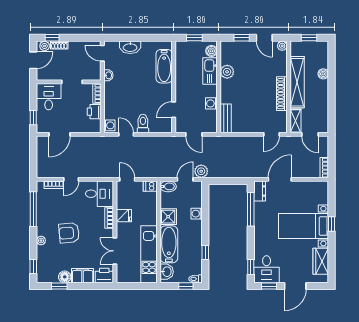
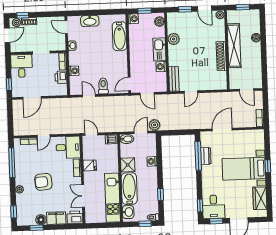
washing machine: (181, 47) -> (133, 19), added
kitchen sink: (210, 71) -> (159, 49), moved
door: (174, 110) -> (129, 84), moved
shelving: (296, 121) -> (234, 79), removed
washing machine: (109, 125) -> (74, 71), moved
door: (271, 134) -> (191, 92), moved
dresser: (260, 191) -> (206, 156), moved

